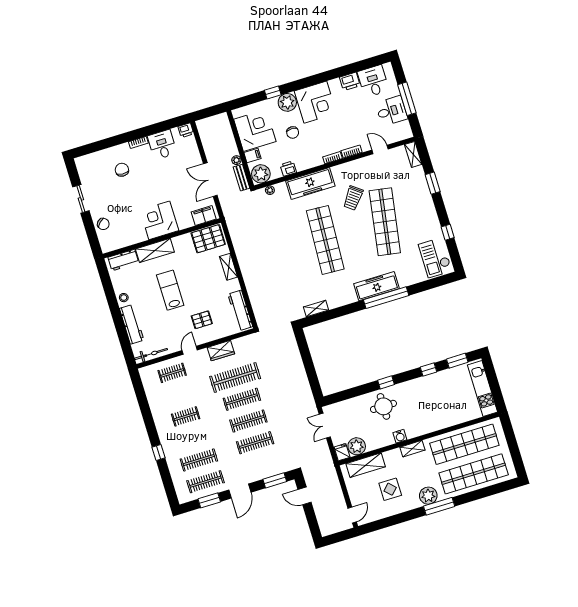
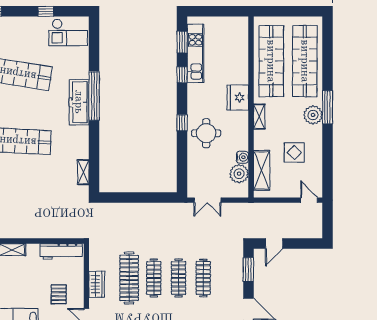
kitchen unit: (483, 389) -> (195, 53), moved, turned -90
water cooler: (400, 436) -> (242, 157), moved
fridge: (342, 452) -> (238, 98), moved, width x1.88, depth x1.34

